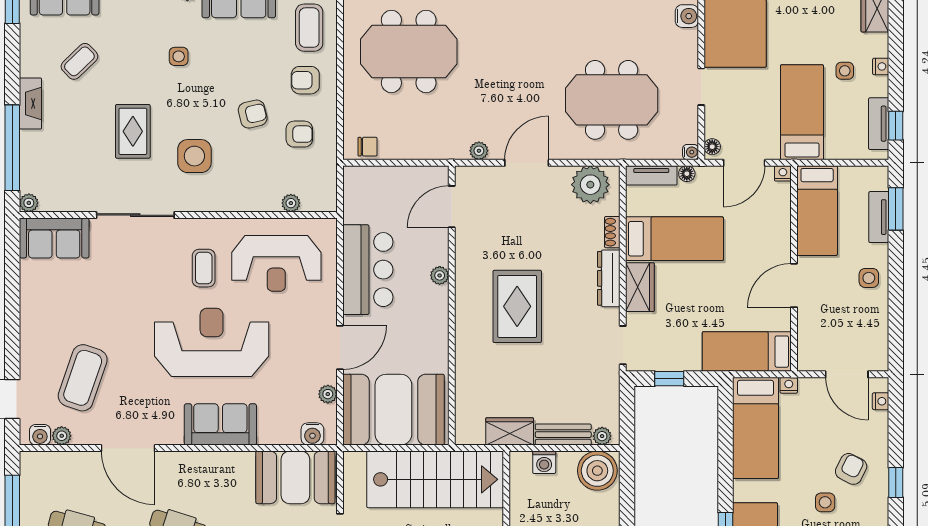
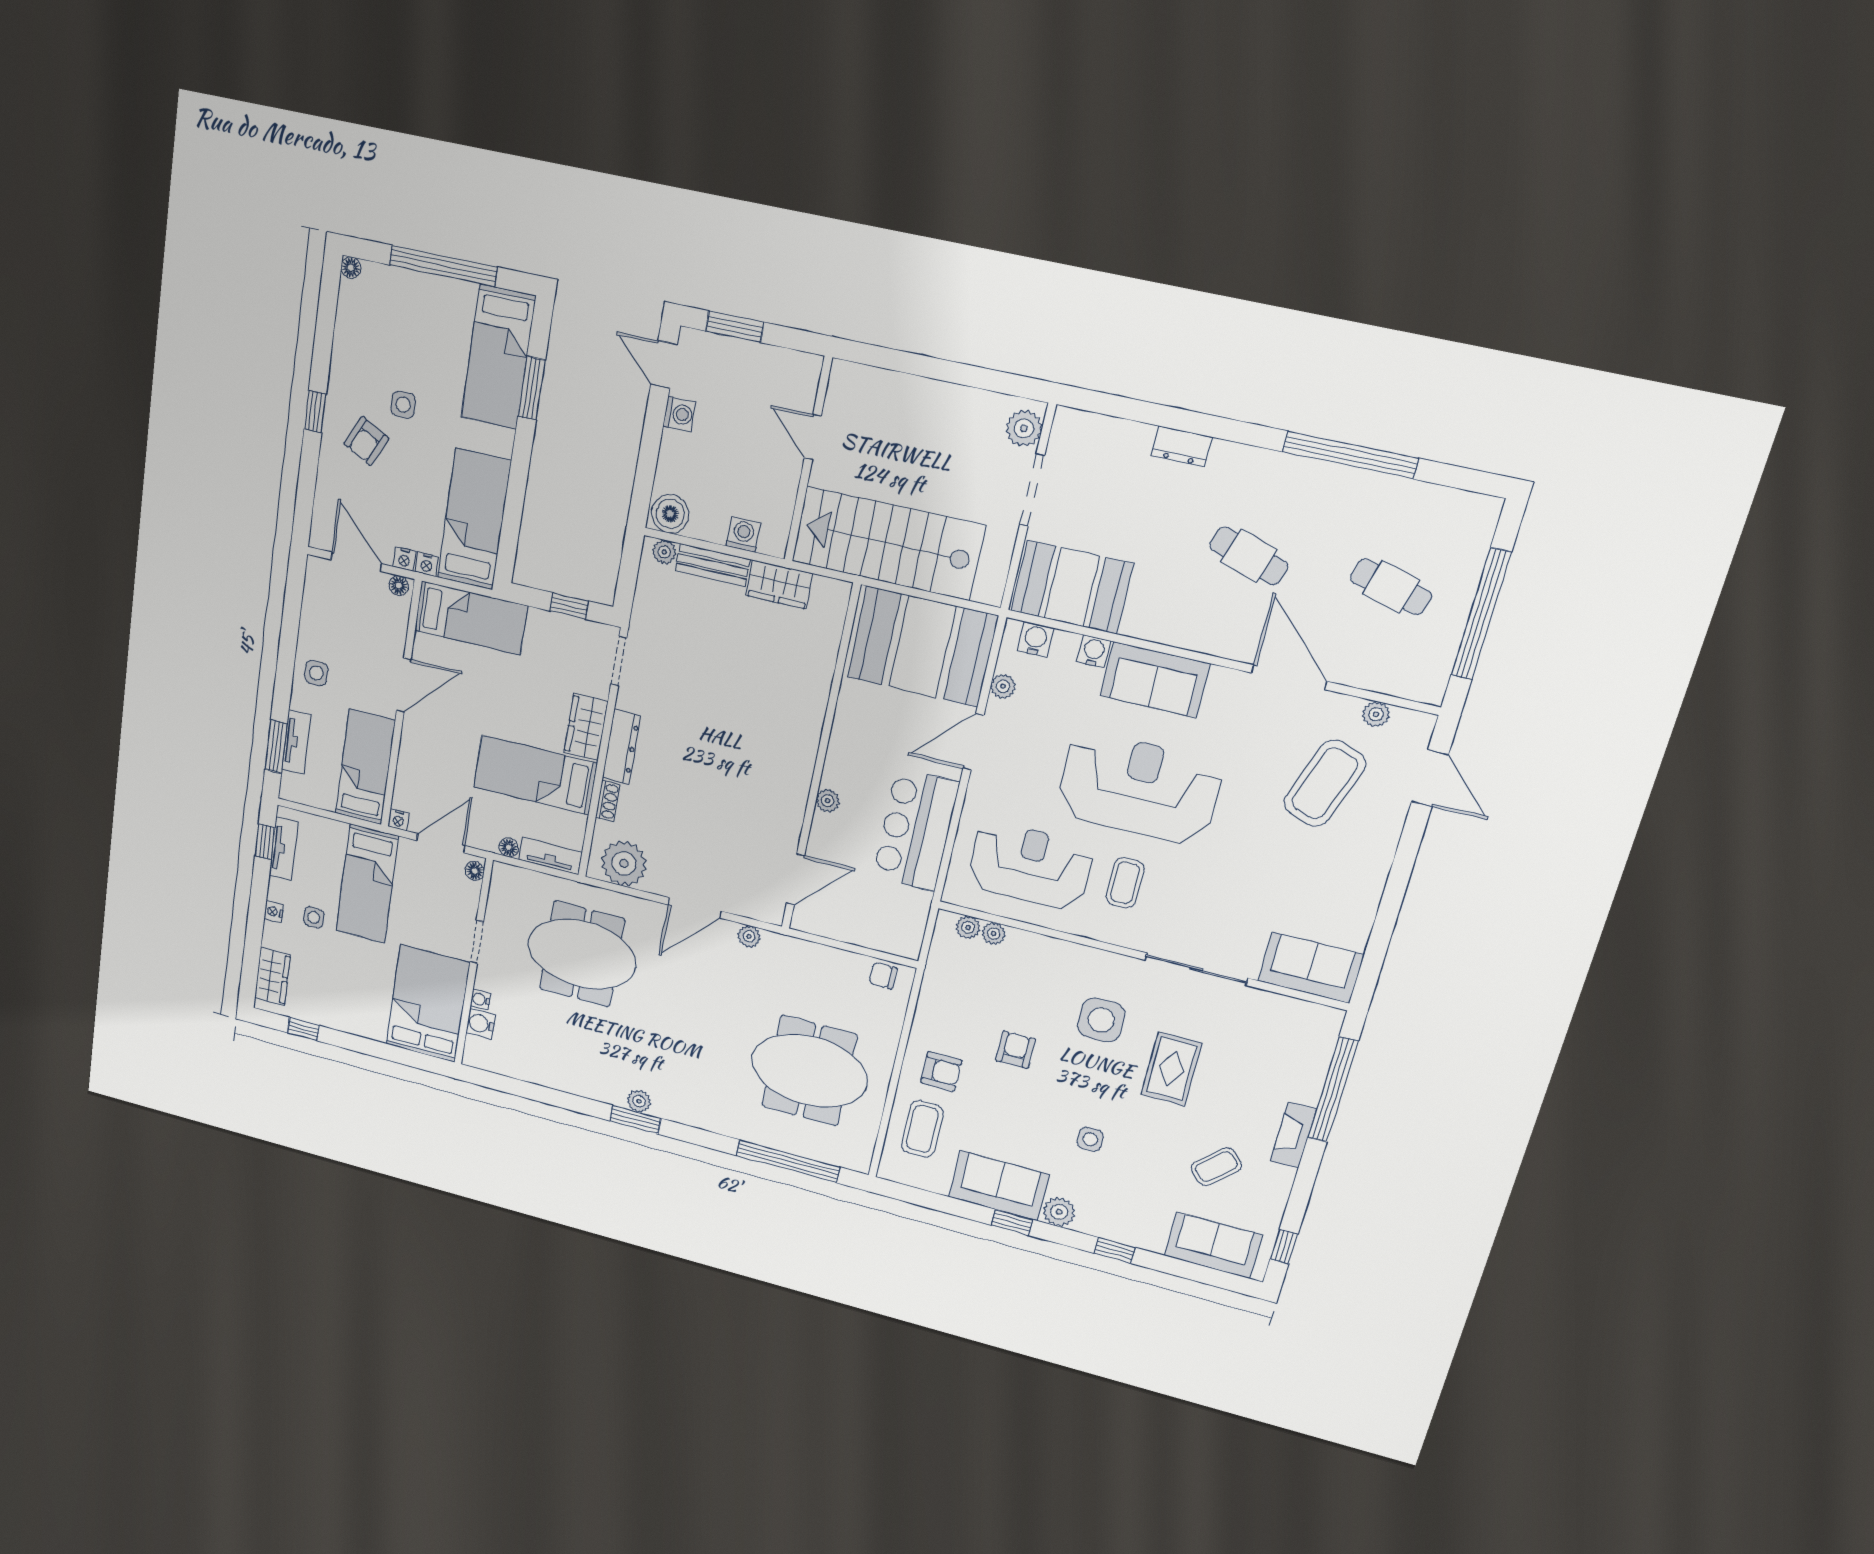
armchair: (253, 114) -> (1015, 1050), turned 103
armchair: (299, 134) -> (963, 1012), removed
water cooler: (691, 152) -> (480, 1000), moved
plant: (29, 203) -> (968, 927), moved
rug: (517, 306) -> (739, 740), removed
reception desk: (212, 342) -> (1139, 788), turned 180
floor lamp: (809, 364) -> (399, 586), added
nightstand: (881, 401) -> (404, 559), moved, turned -90
water cooler: (40, 435) -> (1094, 651), moved
boiler: (597, 471) -> (670, 514), width x0.73, depth x0.73

